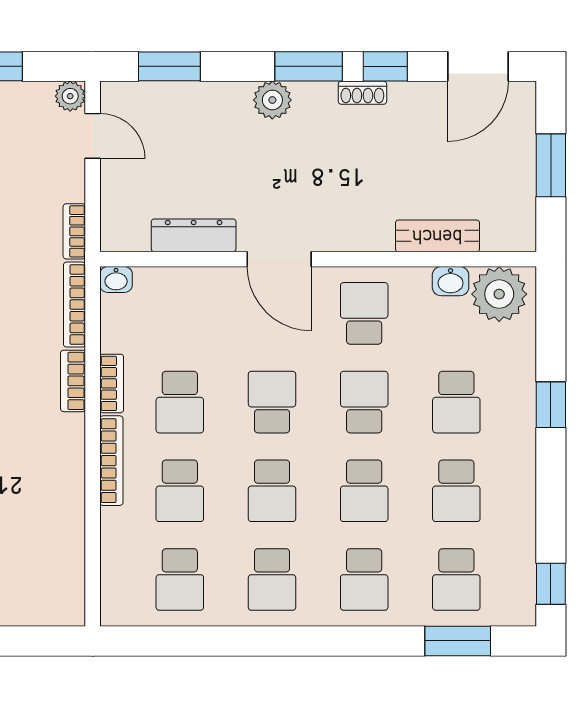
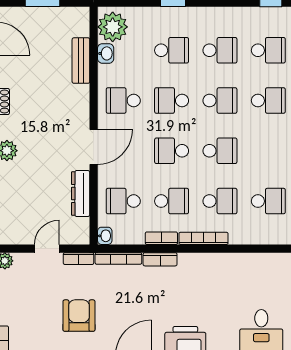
door: (93, 136) -> (47, 249), moved
school desk: (272, 579) -> (123, 201), moved, turned 180

